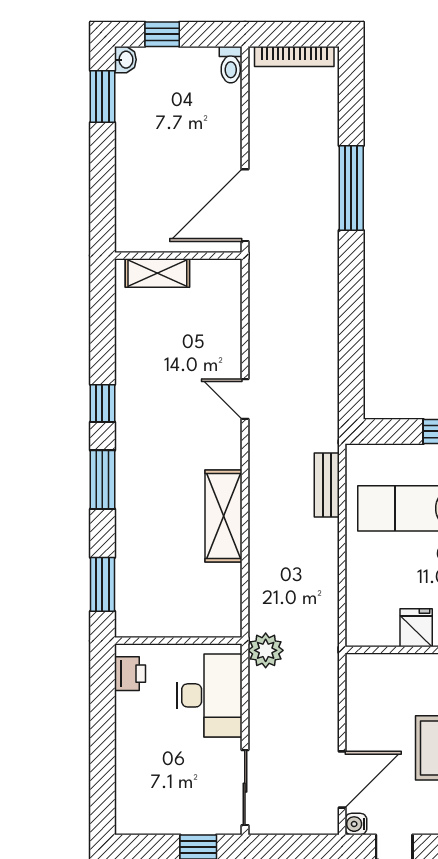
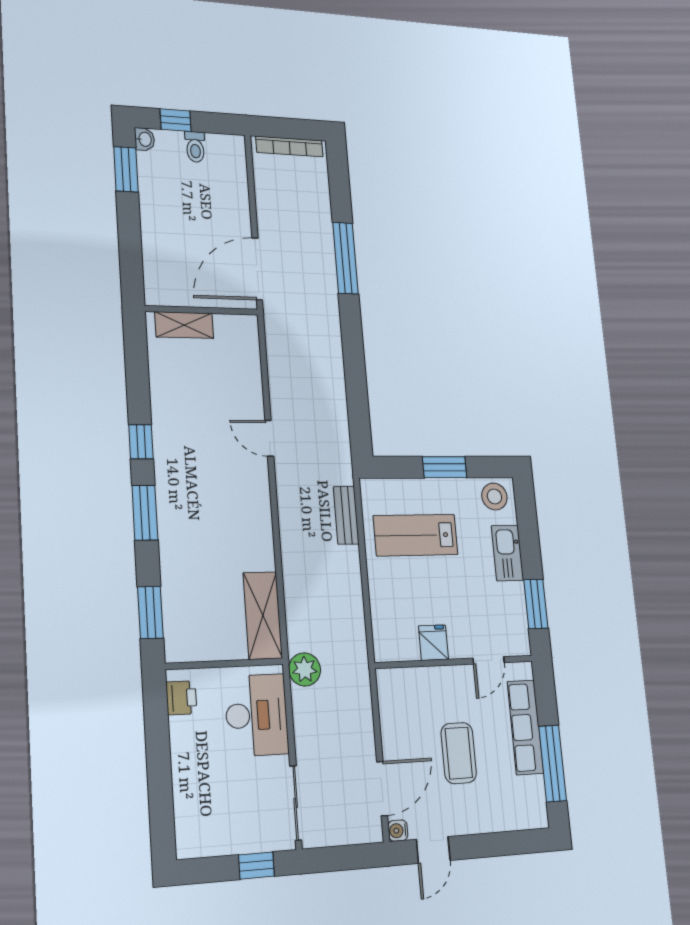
toilet: (231, 65) -> (195, 147), moved
shelving: (223, 516) -> (263, 615), moved

